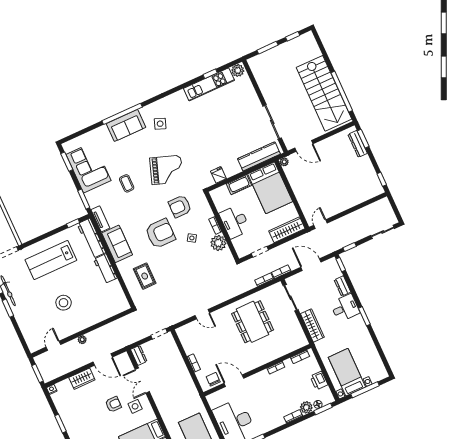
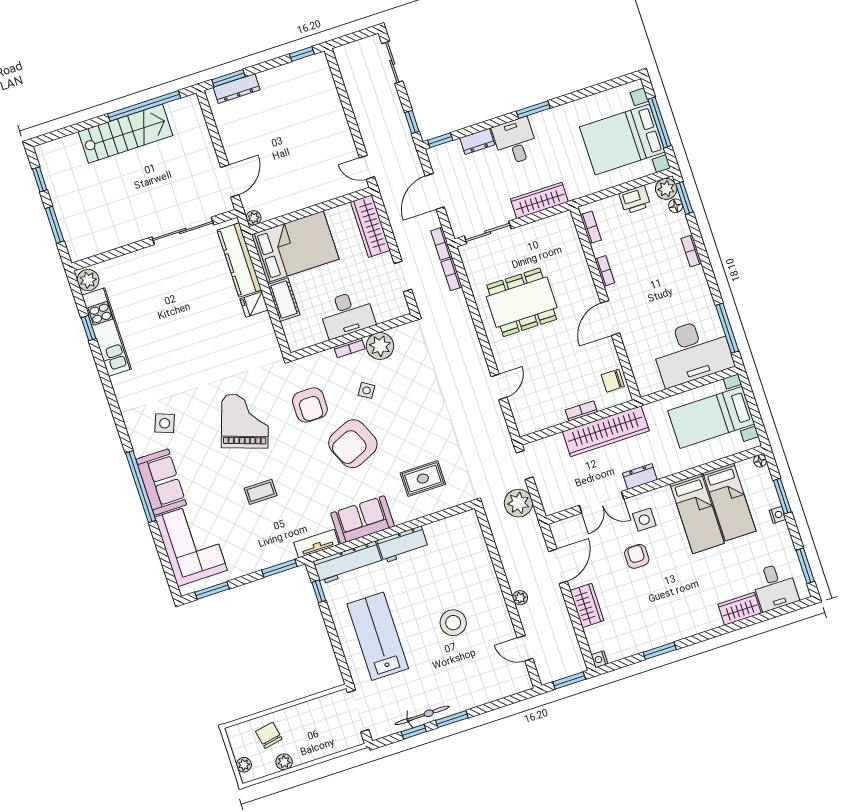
stairs: (324, 93) -> (126, 134), width x0.73, depth x0.66
corner sofa: (89, 167) -> (191, 544), moved, turned 90
fridge: (218, 175) -> (254, 304), moved
armchair: (160, 234) -> (353, 444), turned -114
lab bench: (51, 260) -> (378, 636), turned 180
plant: (137, 333) -> (518, 503), added
dresser: (139, 355) -> (640, 477), moved
bed with nightstands: (347, 372) -> (622, 139), width x1.36
wardrobe: (184, 379) -> (606, 431), added
door: (234, 381) -> (610, 318), moved
plant: (306, 407) -> (666, 189), moved

